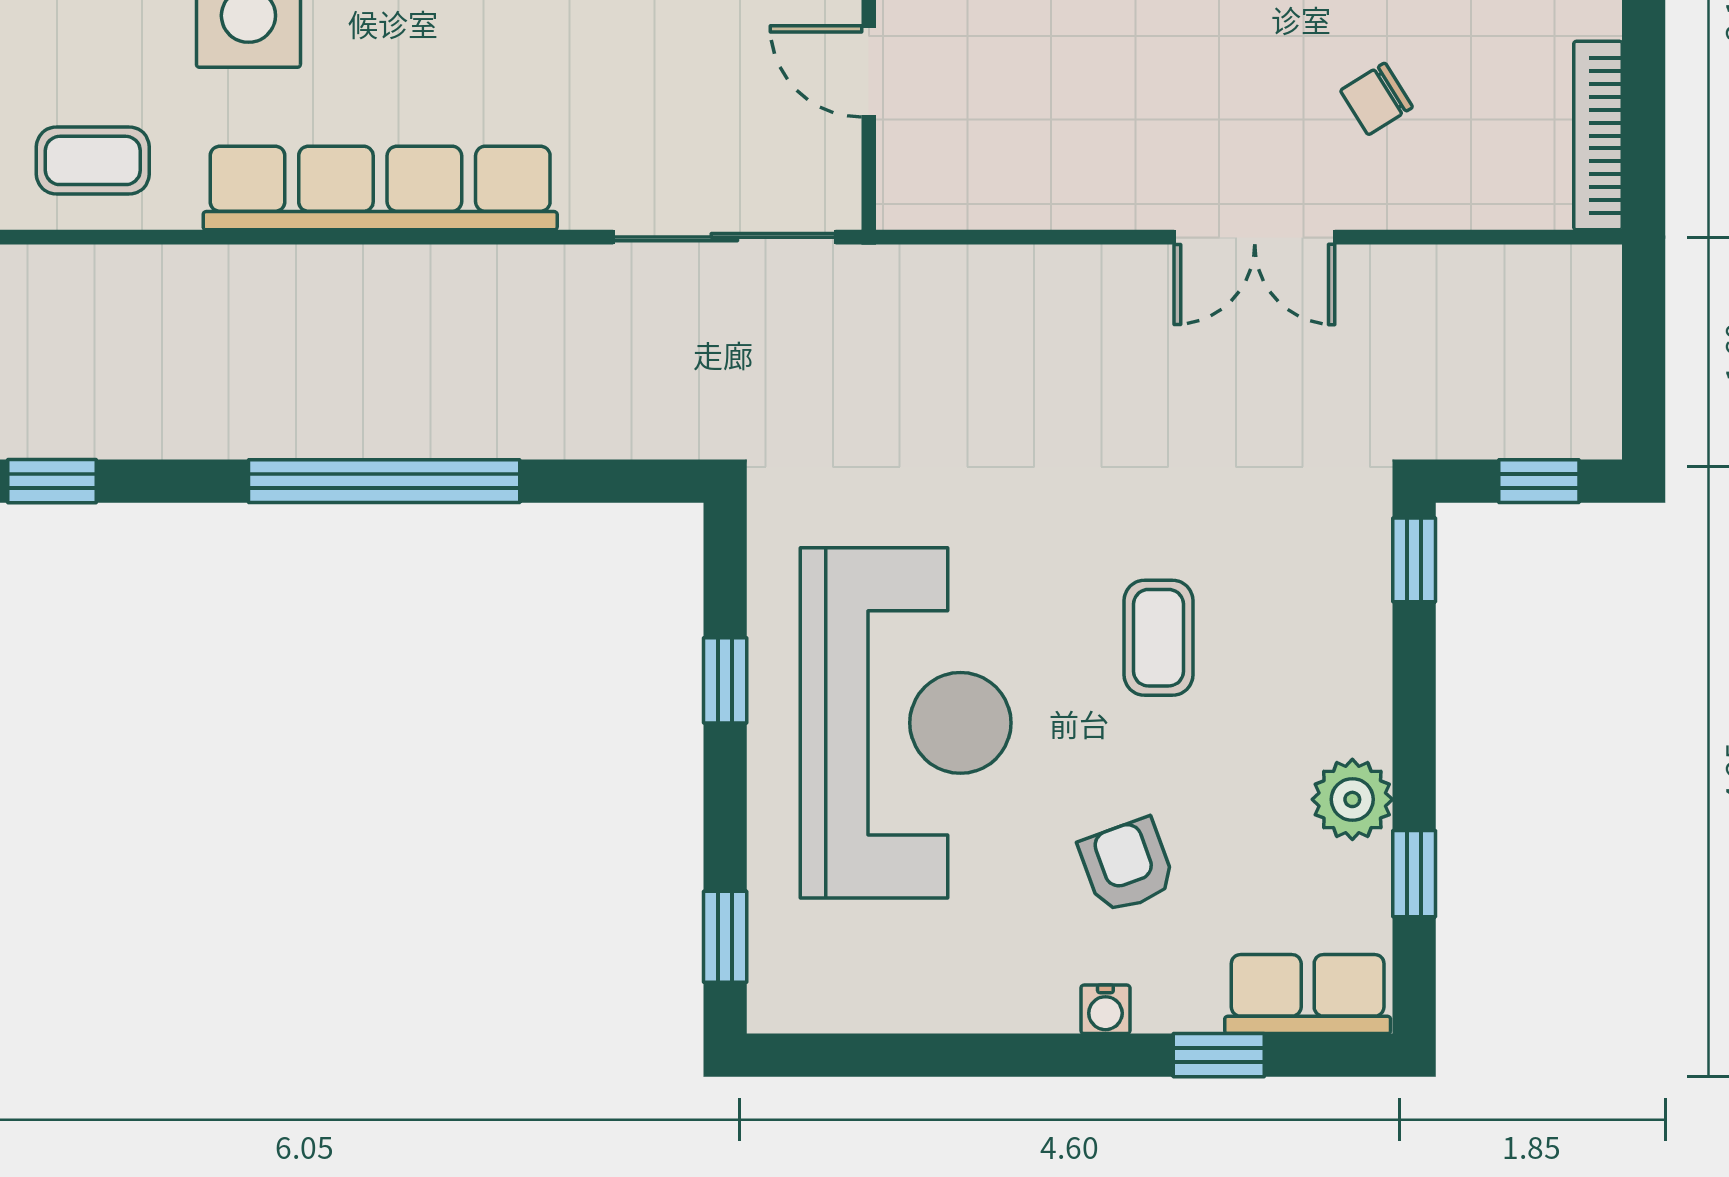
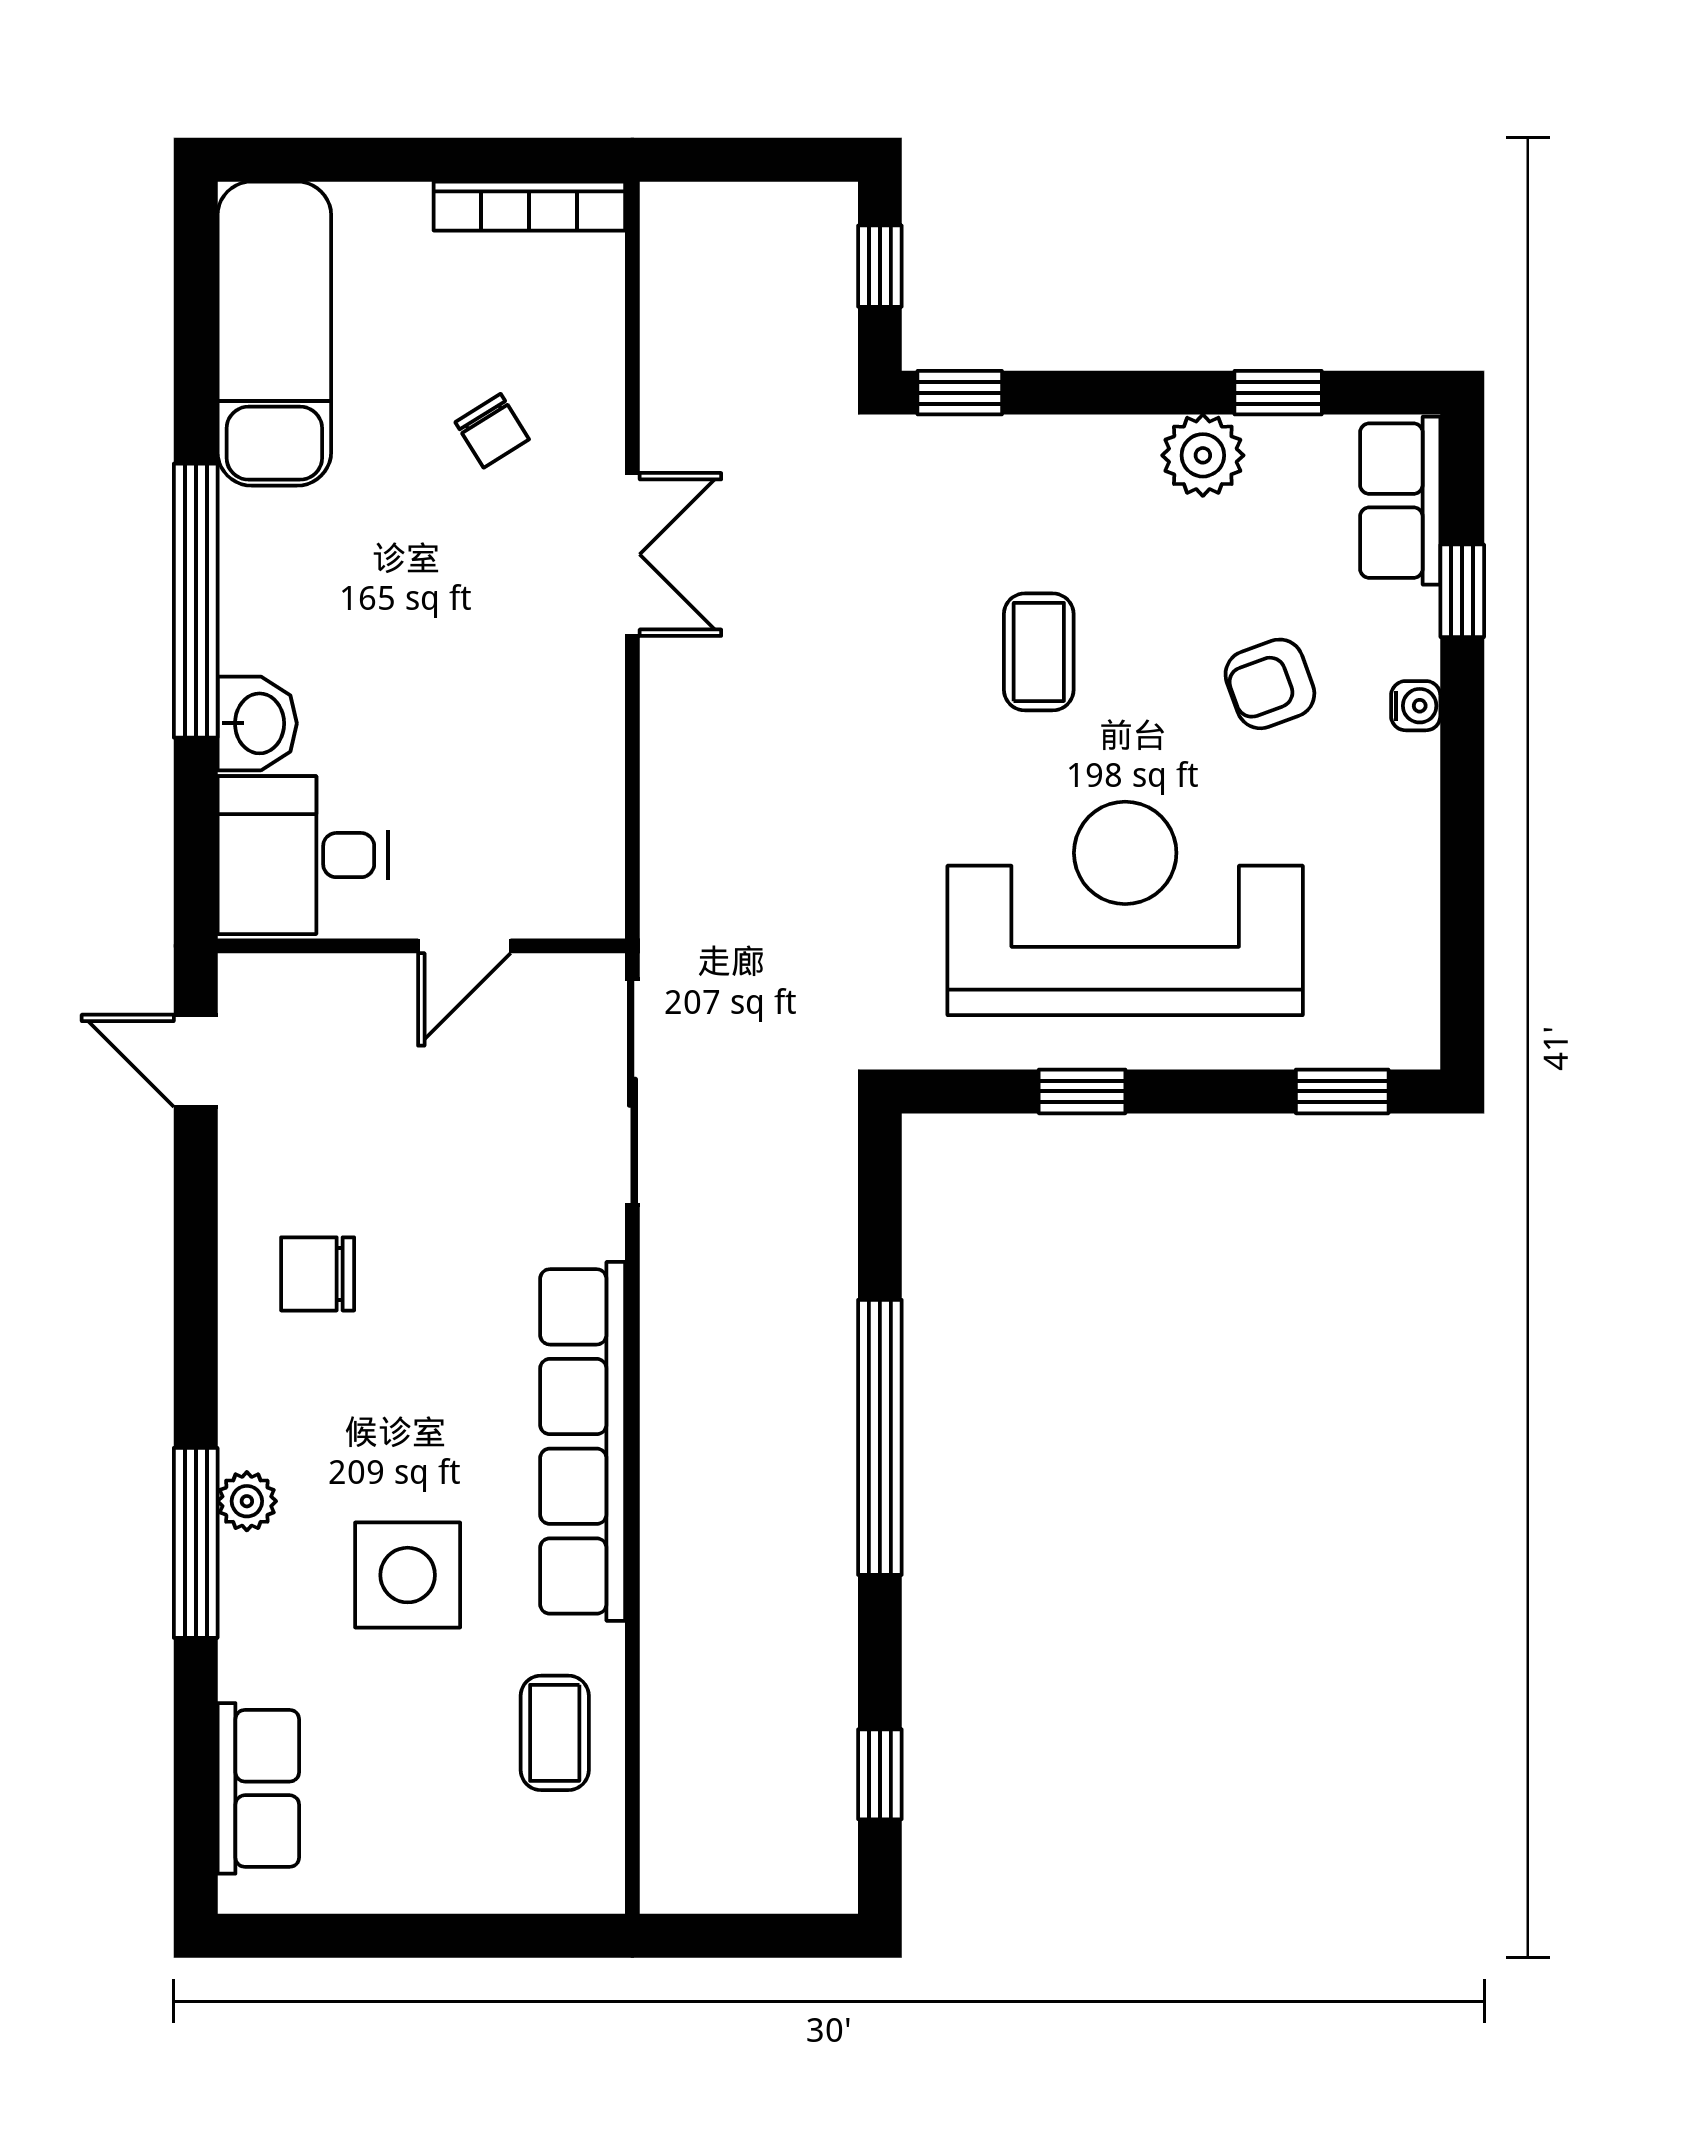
coffee table: (1158, 638) -> (1039, 652), turned 90

